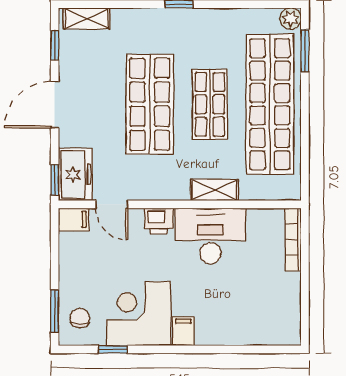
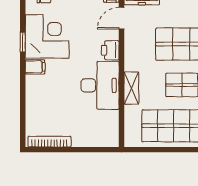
bookcase: (293, 240) -> (49, 142), moved
window: (113, 349) -> (23, 42), moved

